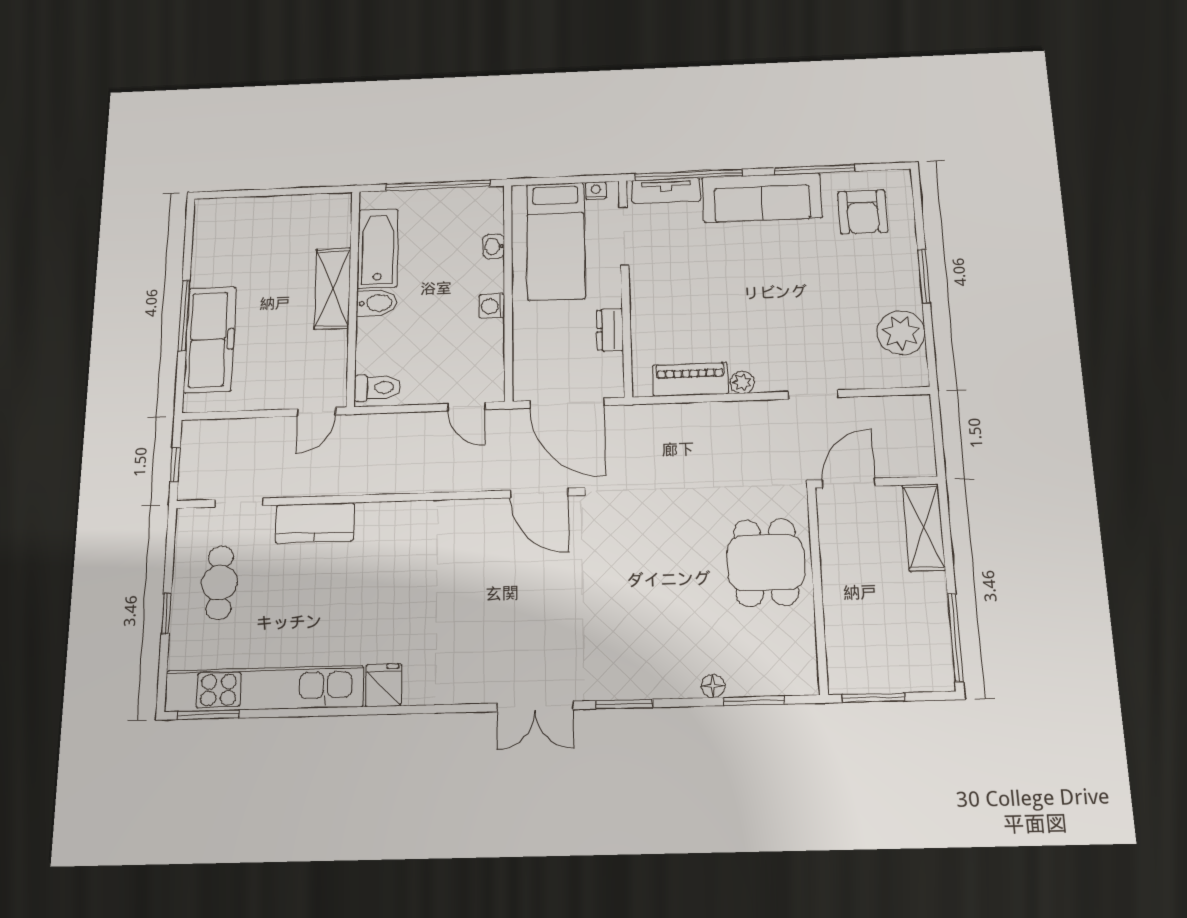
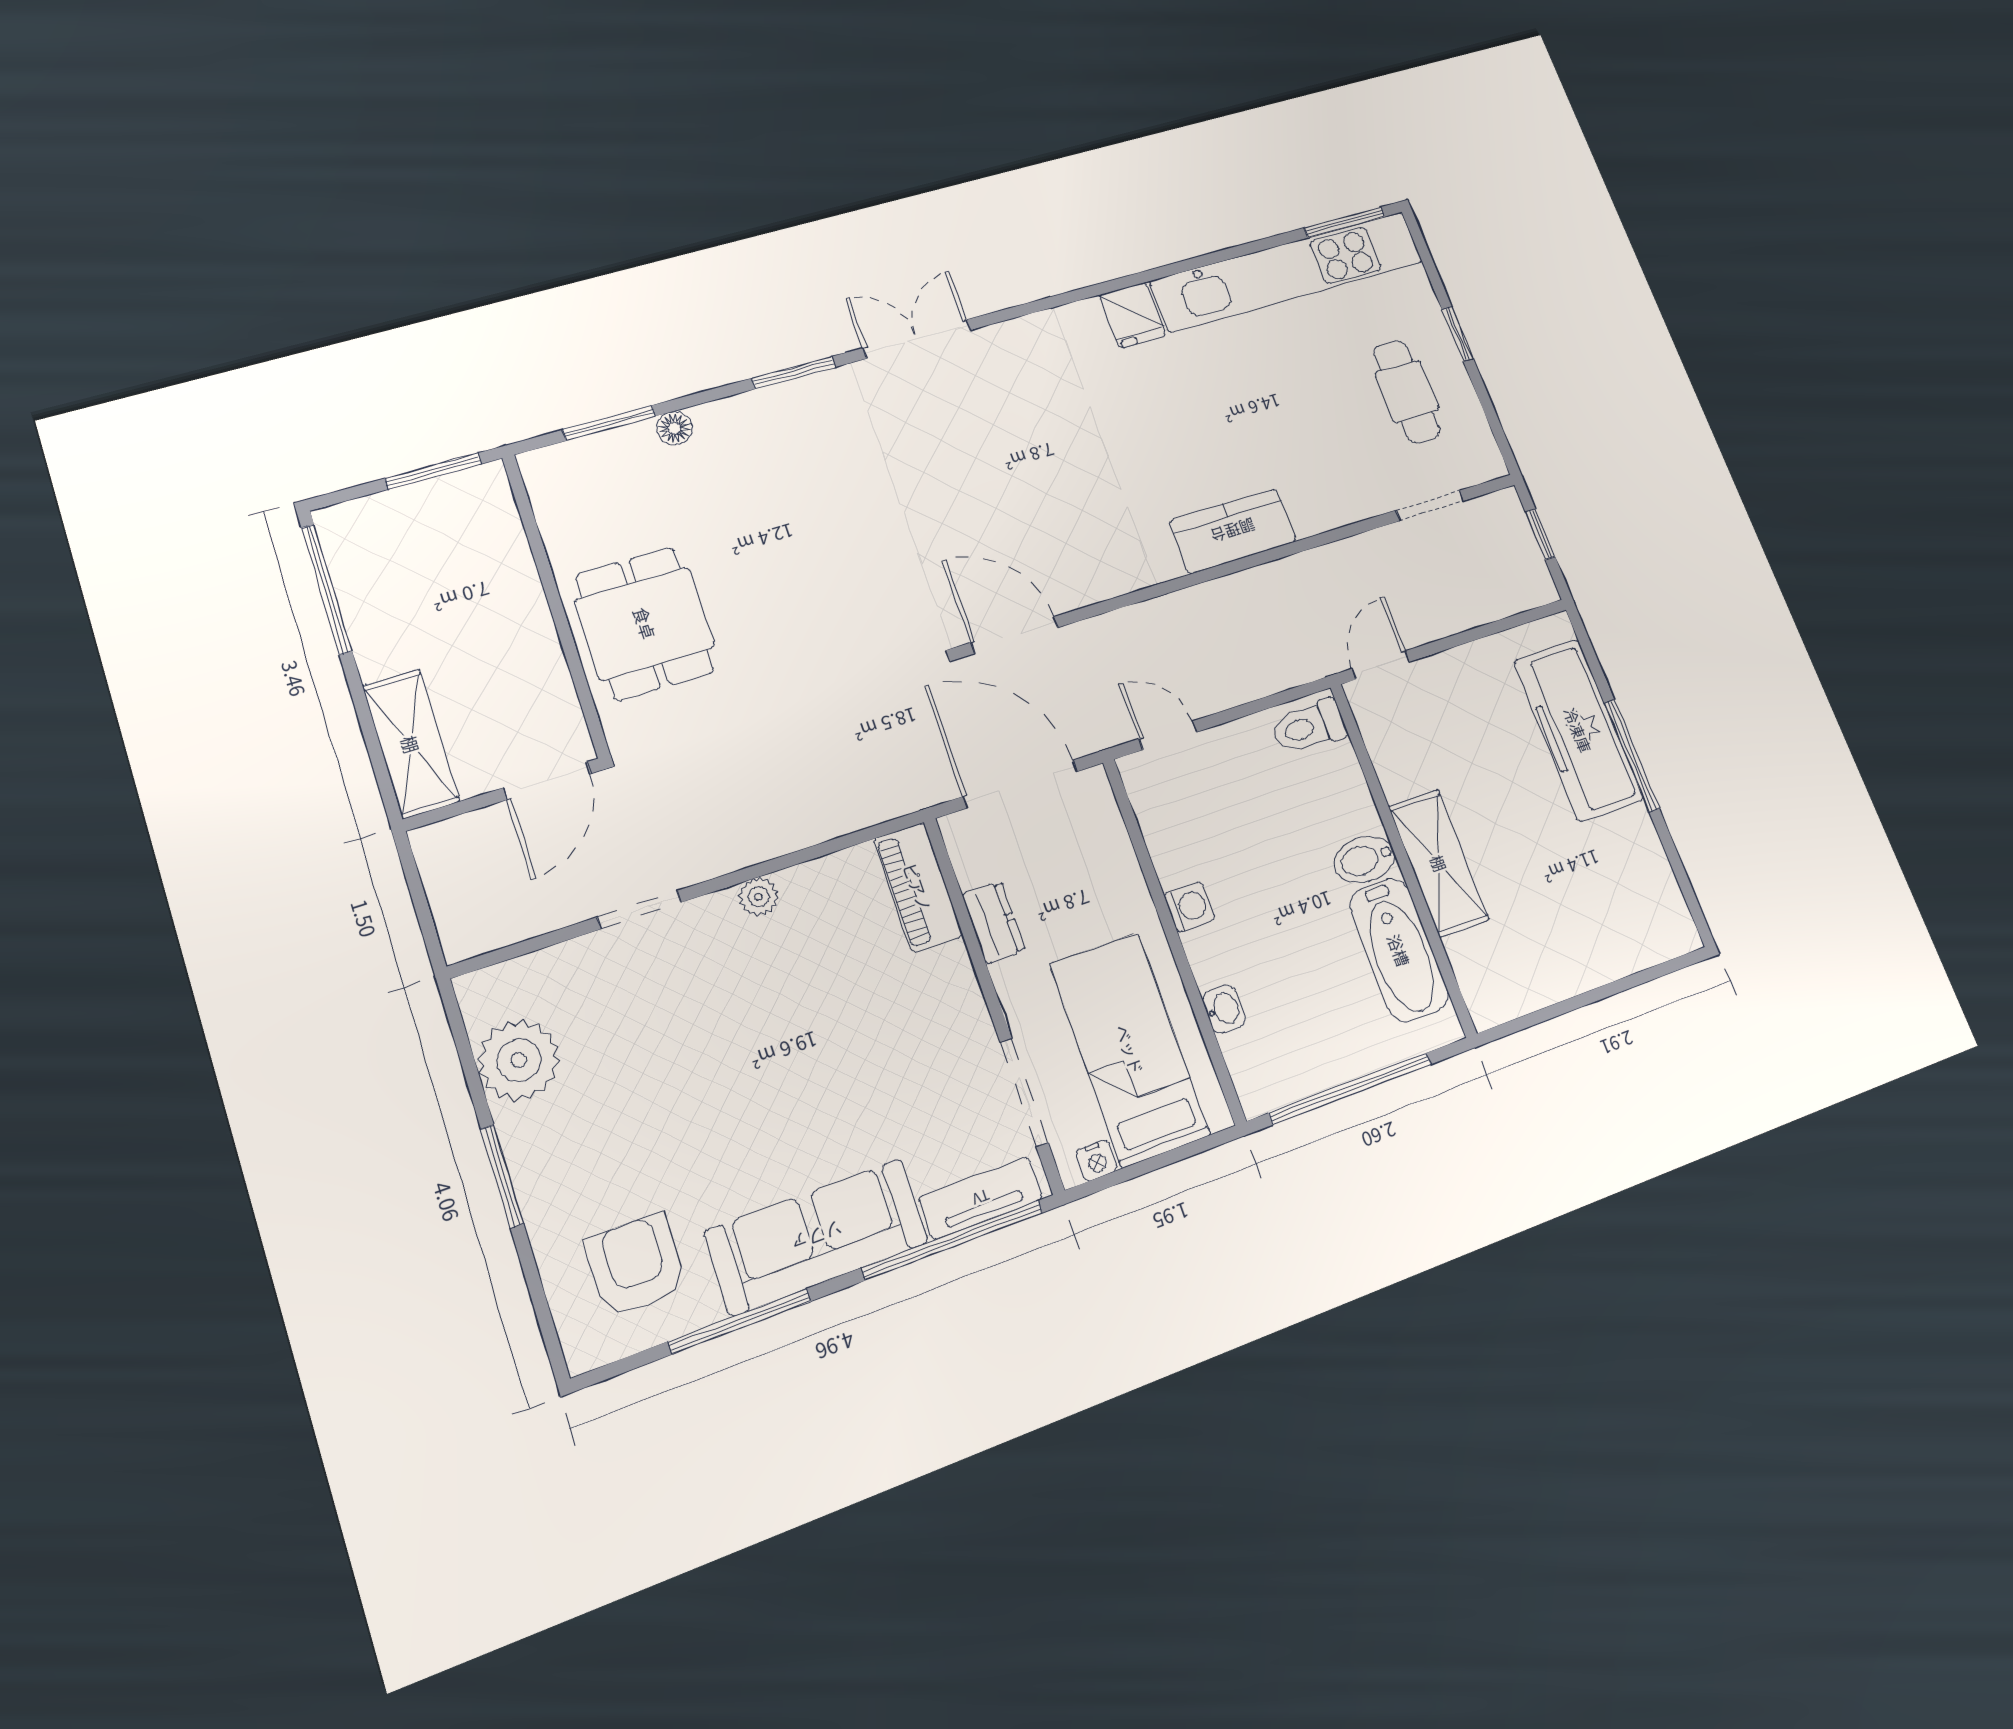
piano: (690, 379) -> (918, 887), moved, turned 90
kitchen counter: (315, 523) -> (1233, 531), moved

